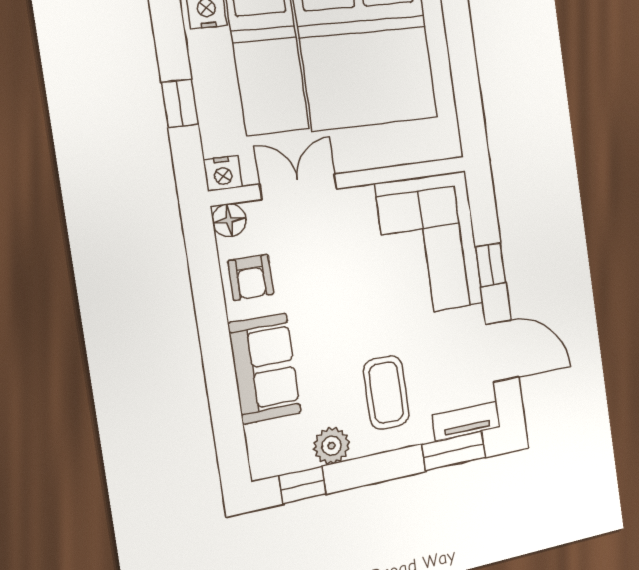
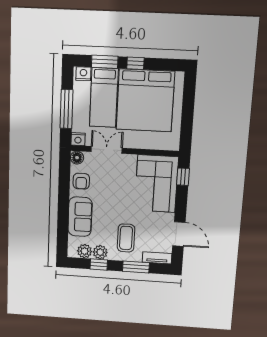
window: (180, 103) -> (66, 109), width x2.17
window: (491, 265) -> (183, 177), moved
window: (454, 451) -> (136, 267), moved
plant: (292, 454) -> (85, 251), added
window: (303, 485) -> (99, 264), moved

